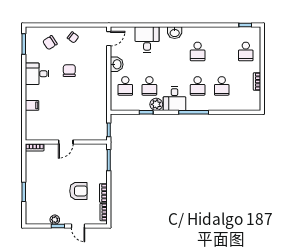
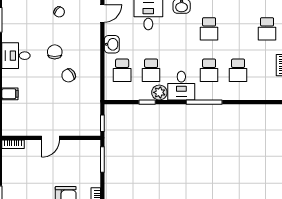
chair: (50, 43) -> (69, 75), moved

